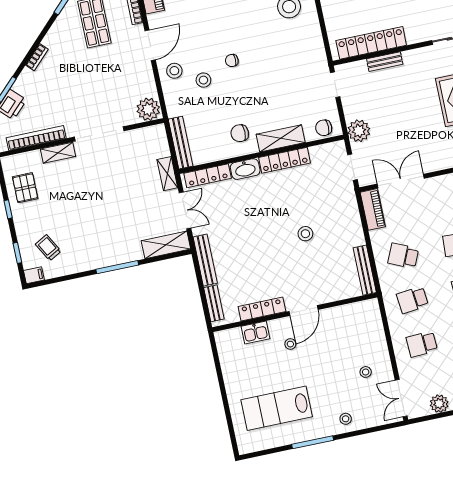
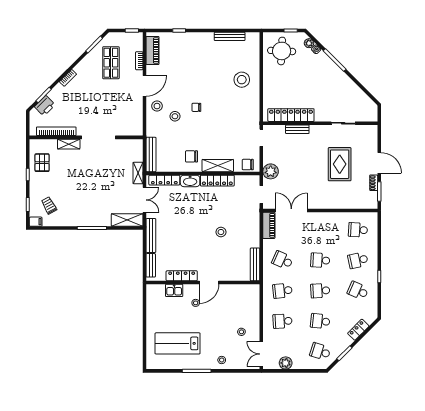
plant: (148, 109) -> (134, 128), removed

